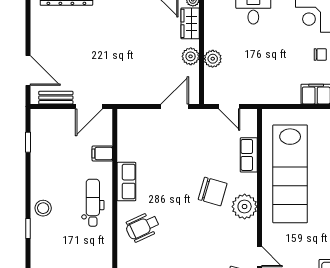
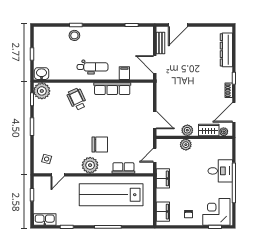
filing cabinet: (265, 94) -> (163, 178), added
row of seats: (126, 182) -> (112, 89), width x1.48
chair: (213, 191) -> (100, 145), turned -106
stool: (43, 208) -> (74, 35), moved

